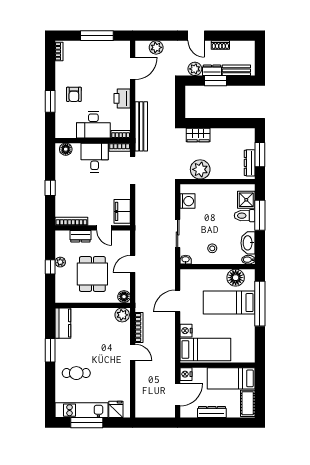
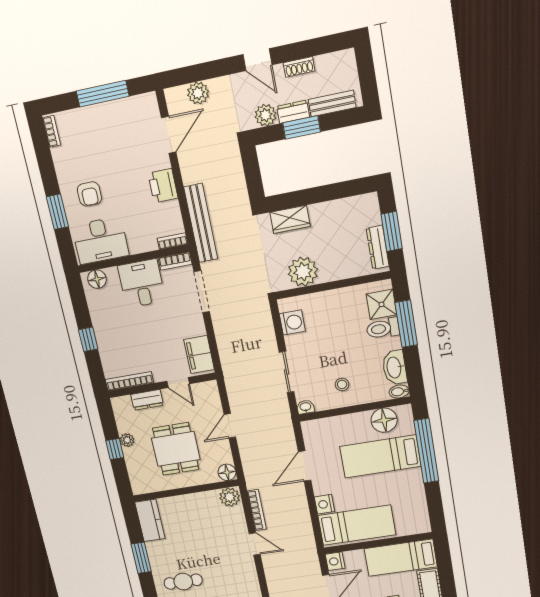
desk: (93, 125) -> (100, 240), moved

